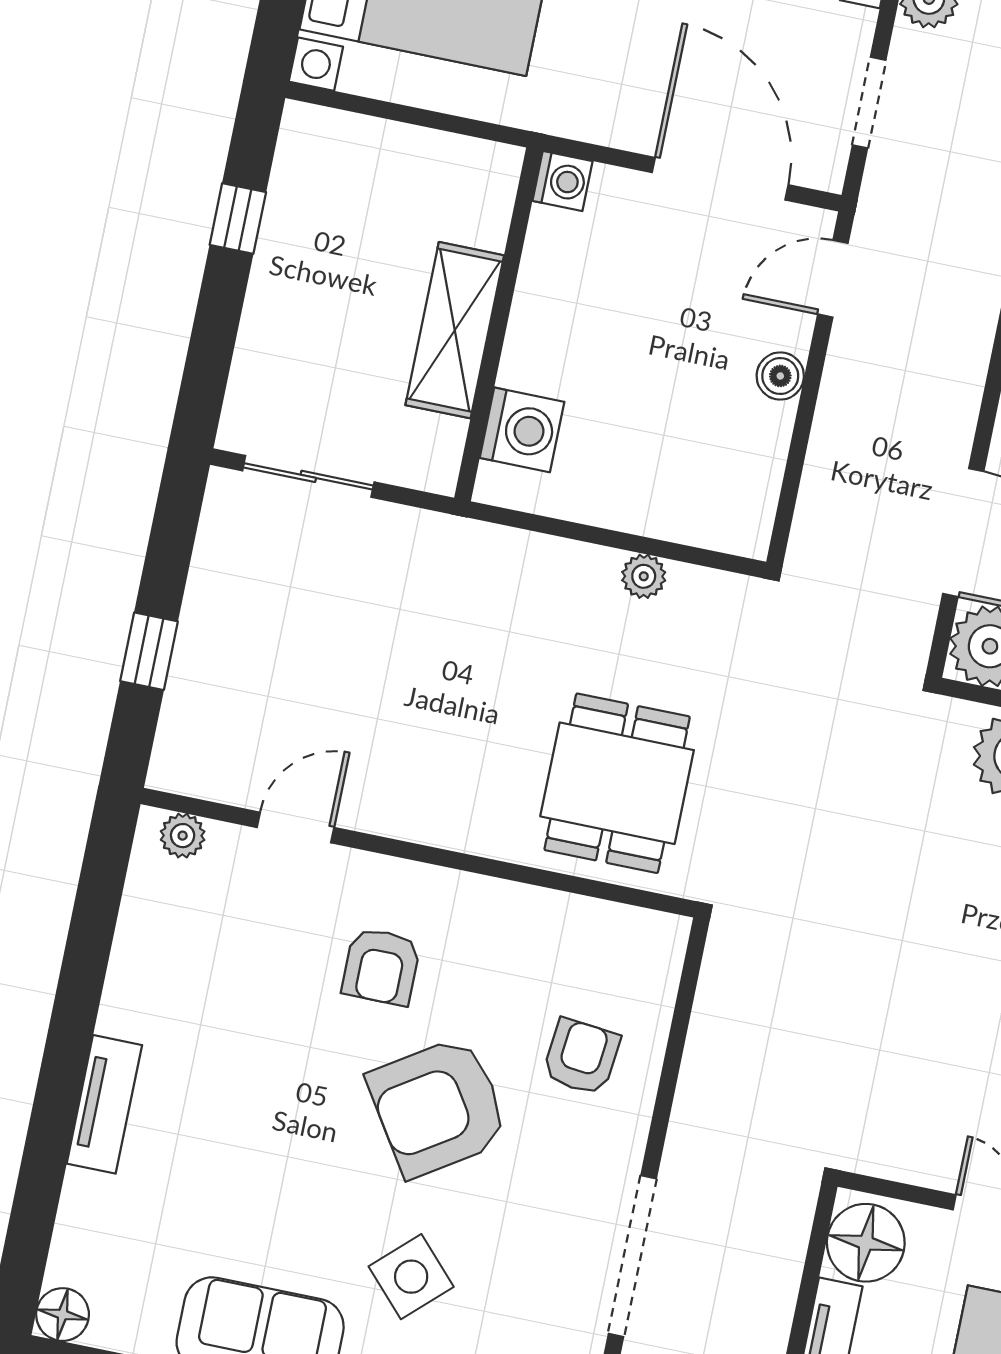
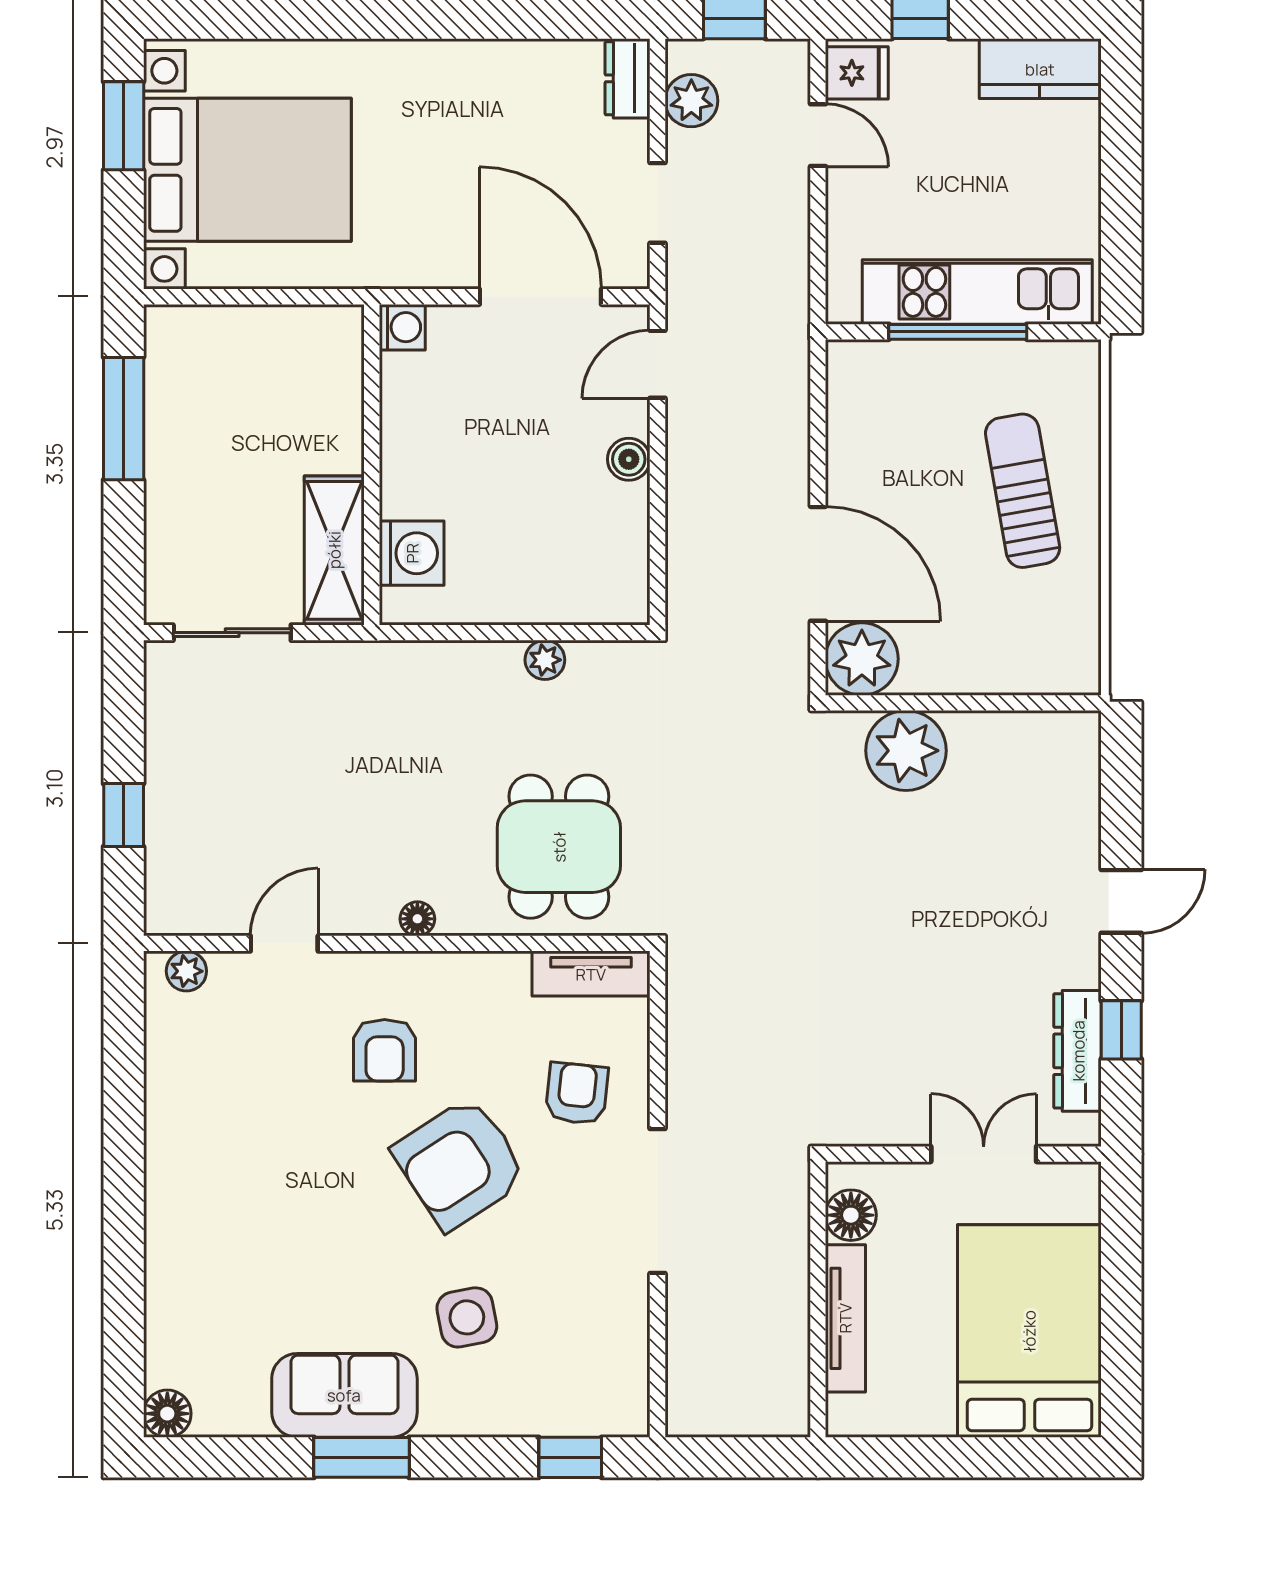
window: (238, 218) -> (124, 419), width x2.17
shelving: (455, 330) -> (334, 550), moved
floor lamp: (446, 830) -> (417, 919), added
tv unit: (104, 1104) -> (591, 974), moved, turned 90
floor lamp: (866, 1243) -> (851, 1215), width x0.73, depth x0.73
doorway: (632, 1256) -> (658, 1201), moved
side table: (411, 1277) -> (467, 1317), turned 32

